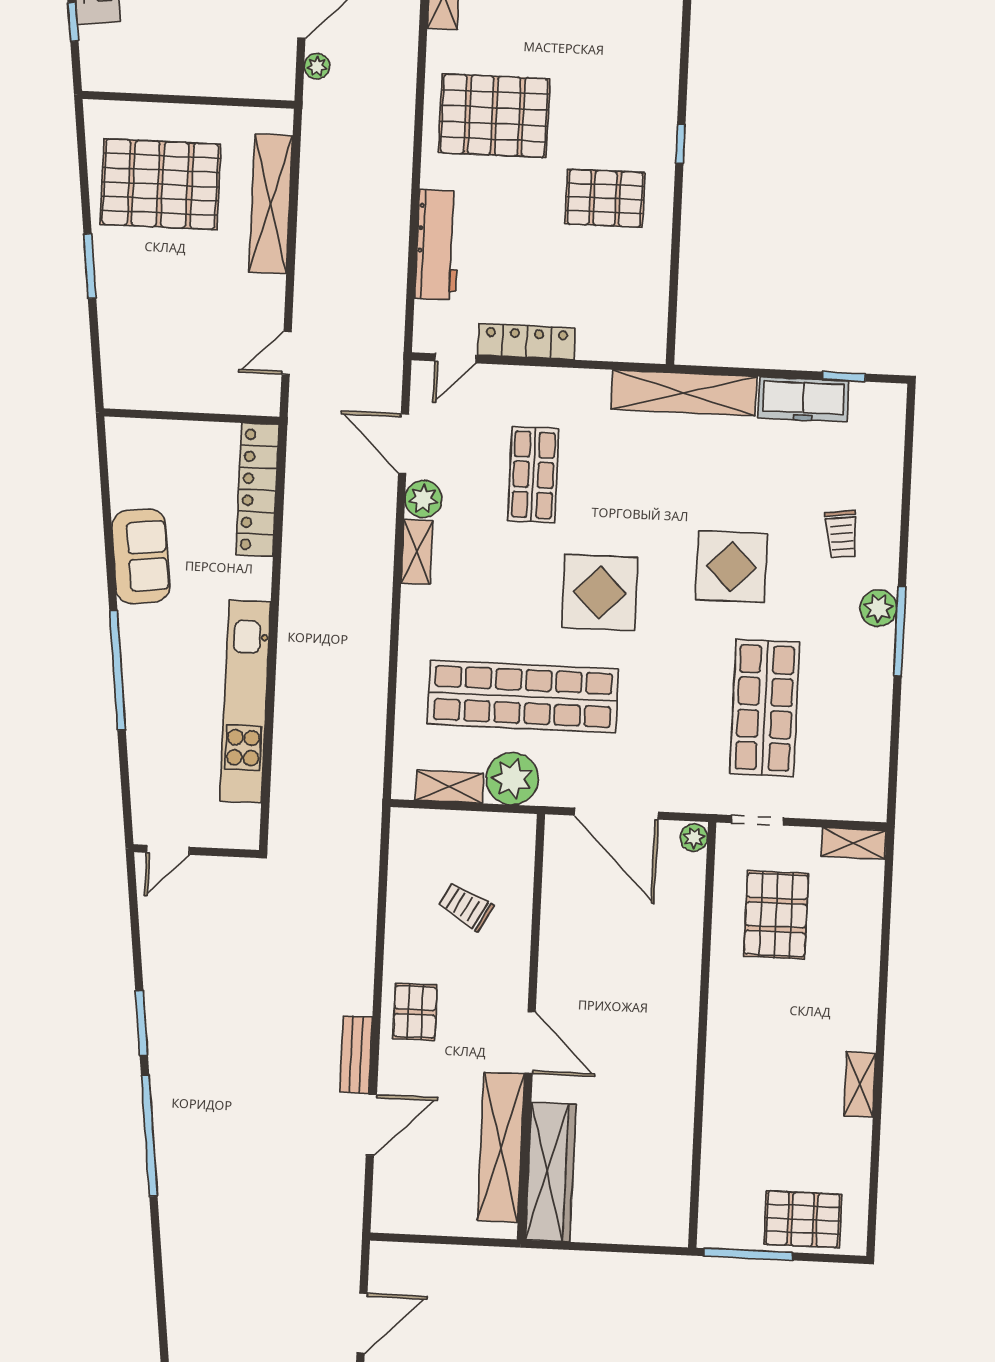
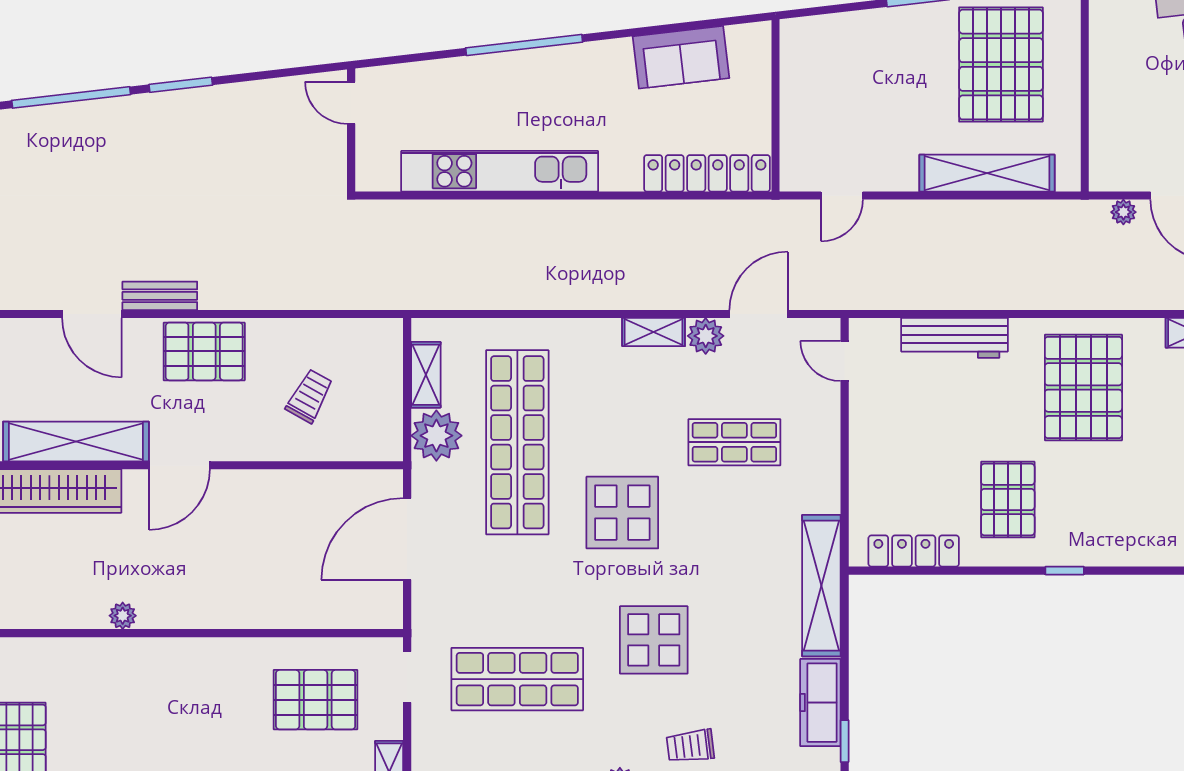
locker: (527, 342) -> (914, 551), moved, turned -90
door: (287, 353) -> (842, 196), swing flipped
sofa: (141, 556) -> (681, 57), moved
plant: (694, 838) -> (123, 616), moved
pallet: (415, 1012) -> (204, 351), width x1.50, depth x1.42

